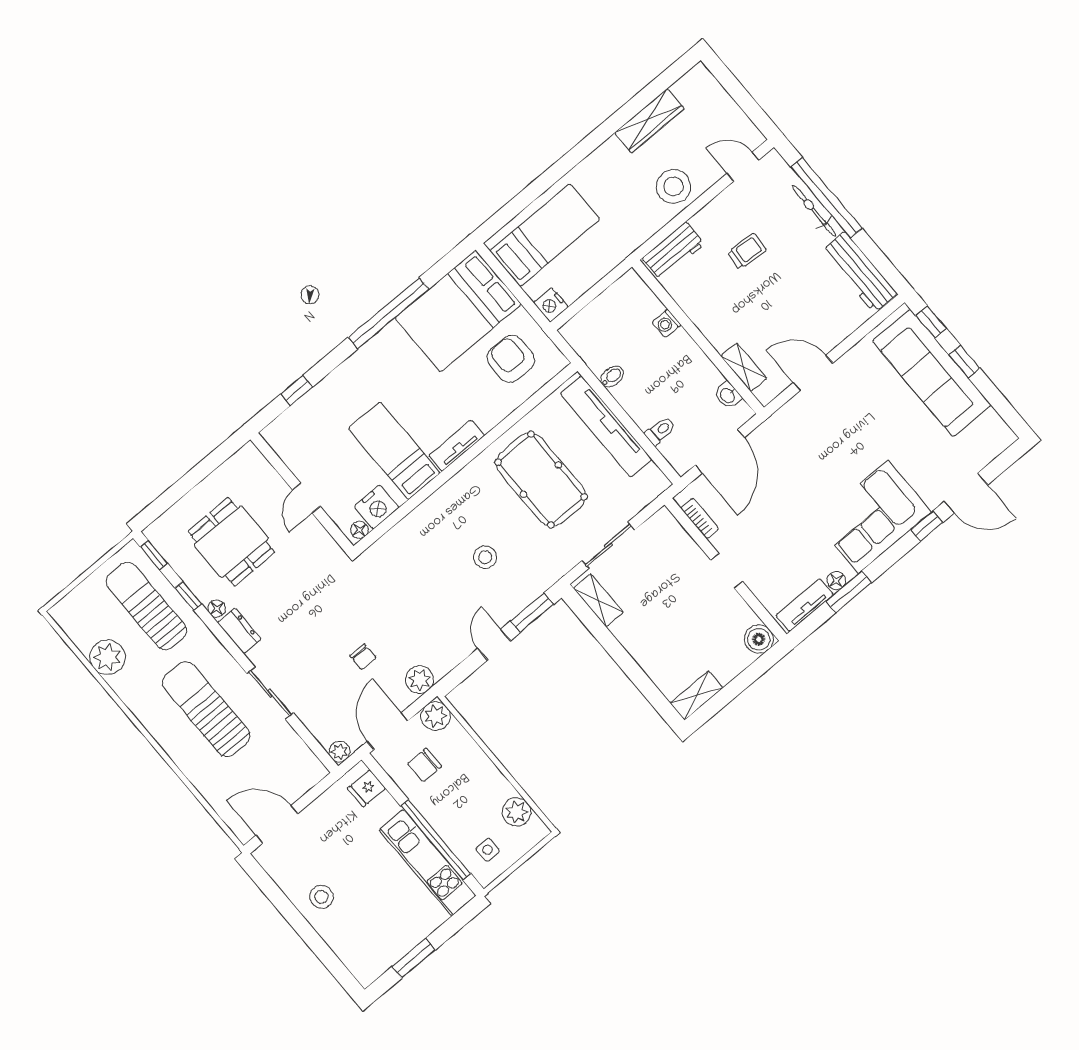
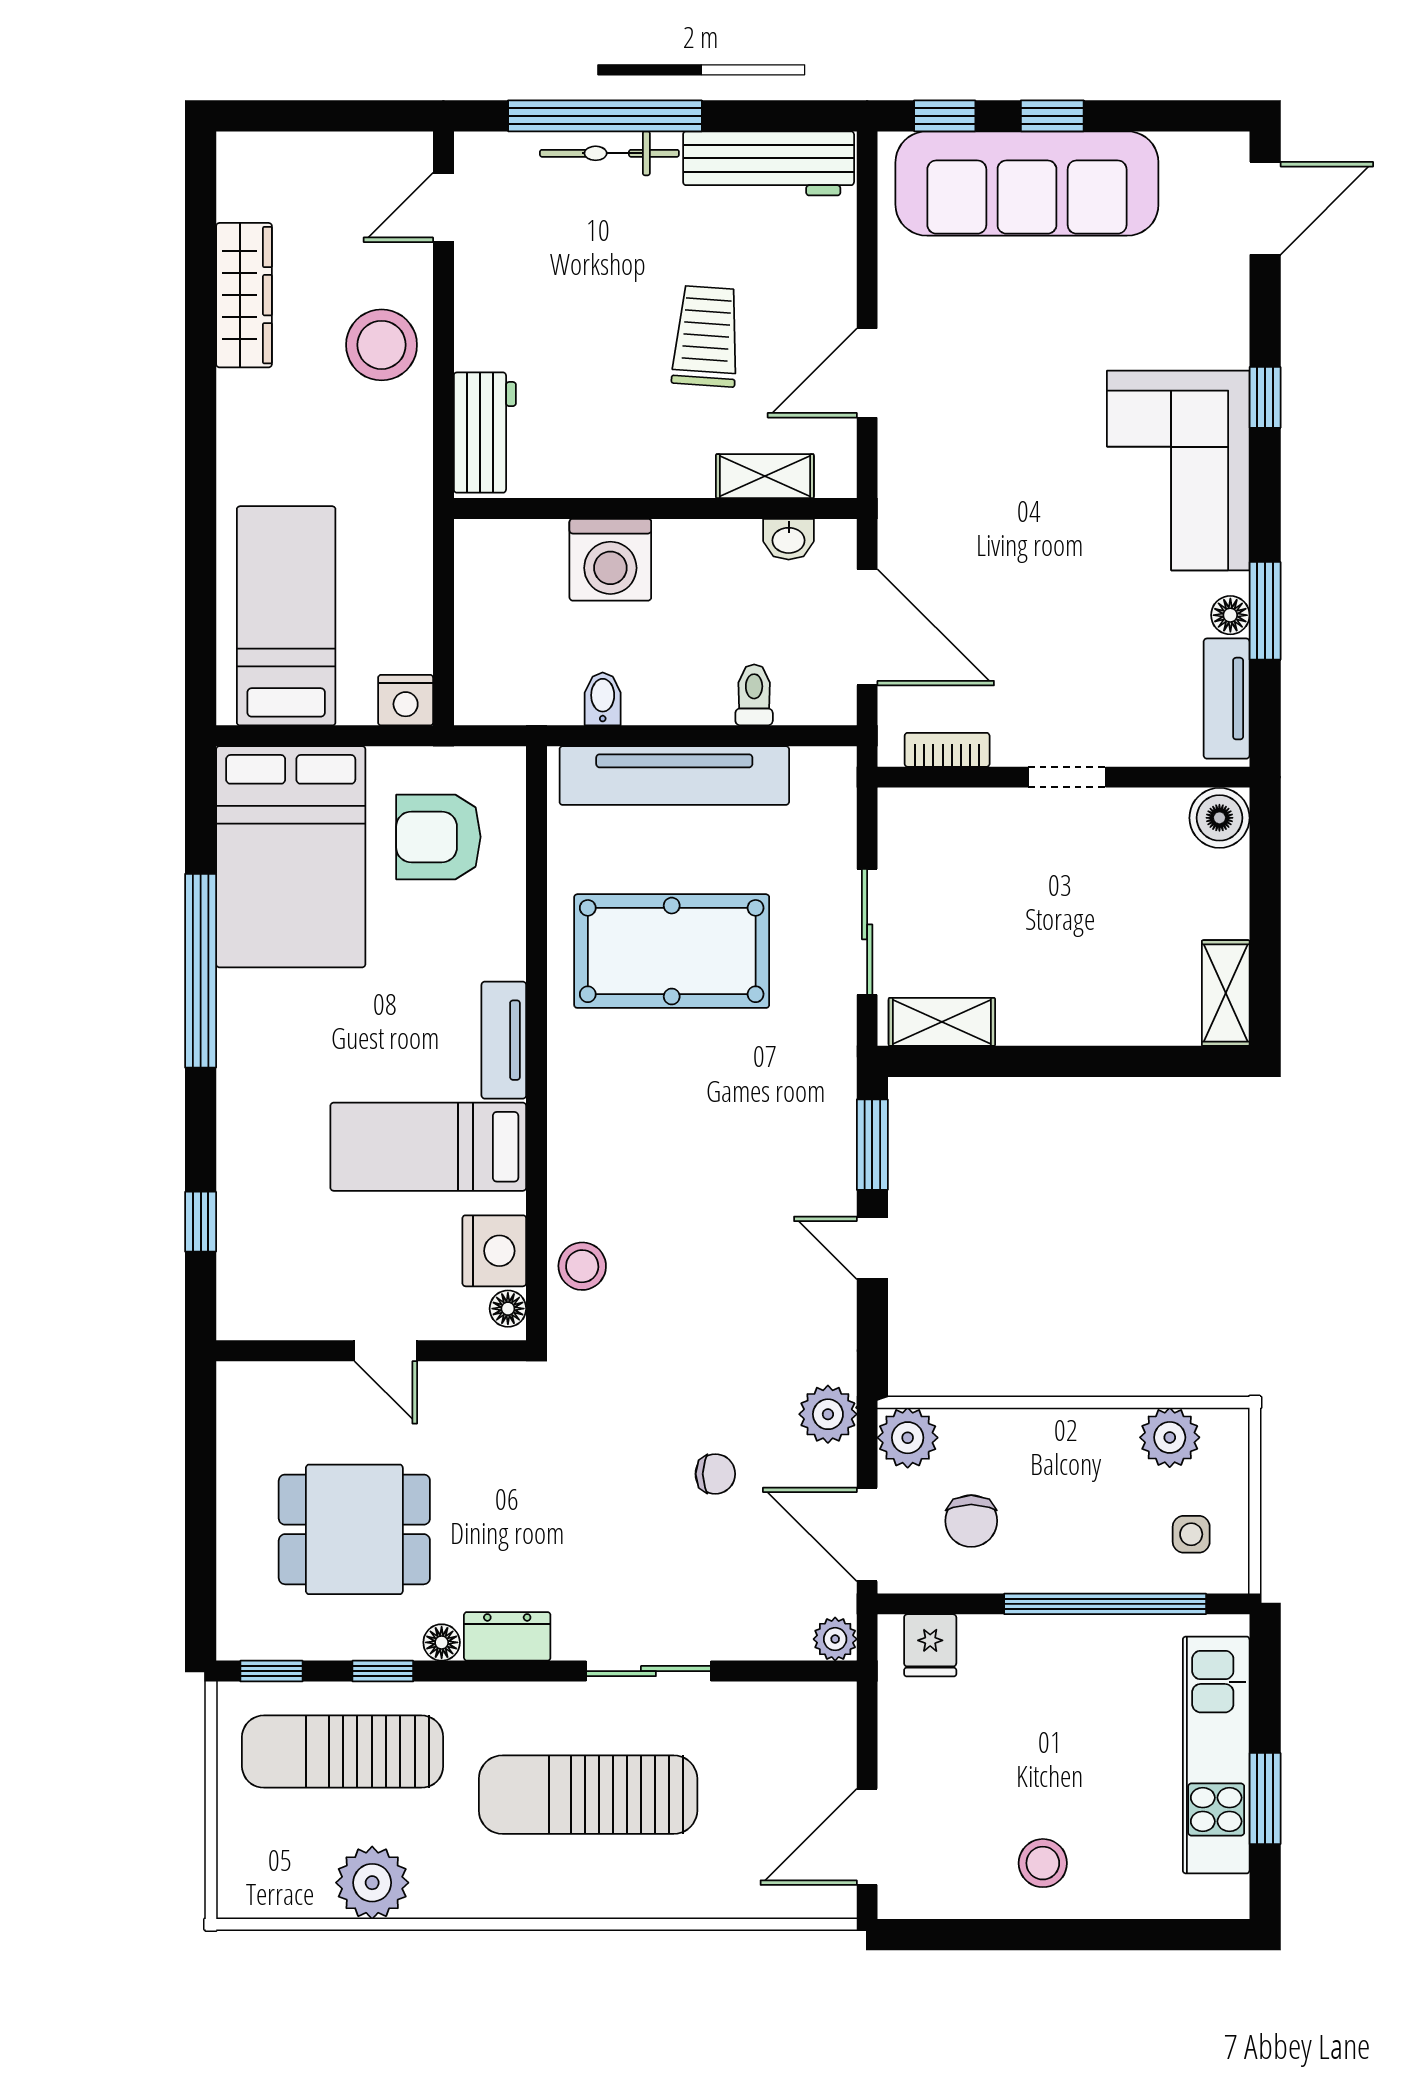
trolley: (747, 251) -> (706, 336), moved, width x1.36, depth x1.39
washing machine: (667, 323) -> (610, 560), width x1.89, depth x1.89
door: (966, 493) -> (1265, 208), moved
stool: (485, 557) -> (582, 1266), moved
kitchen unit: (428, 863) -> (1216, 1755), moved, turned 90

